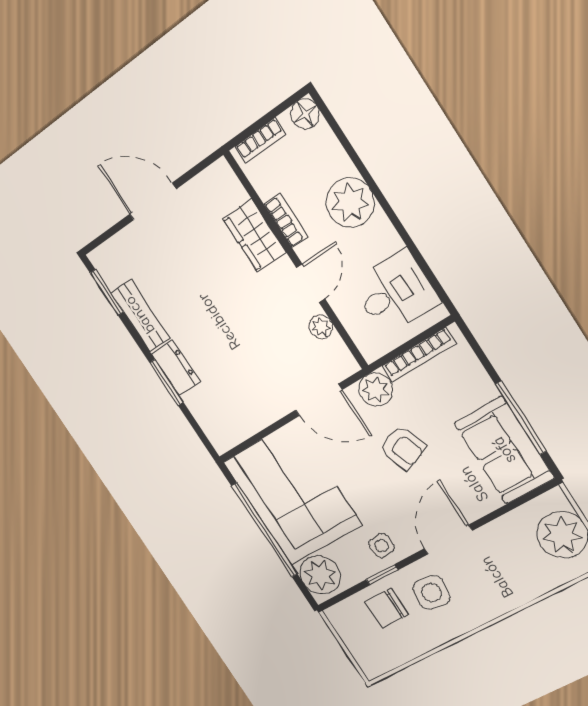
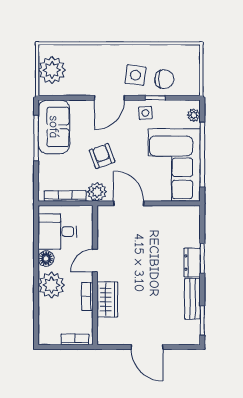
floor lamp: (305, 114) -> (46, 259), moved
plant: (321, 327) -> (104, 237), removed
plant: (320, 575) -> (194, 115), width x0.53, depth x0.53

